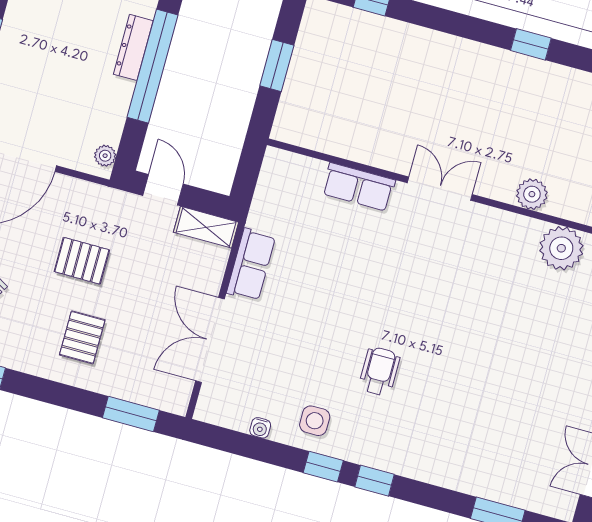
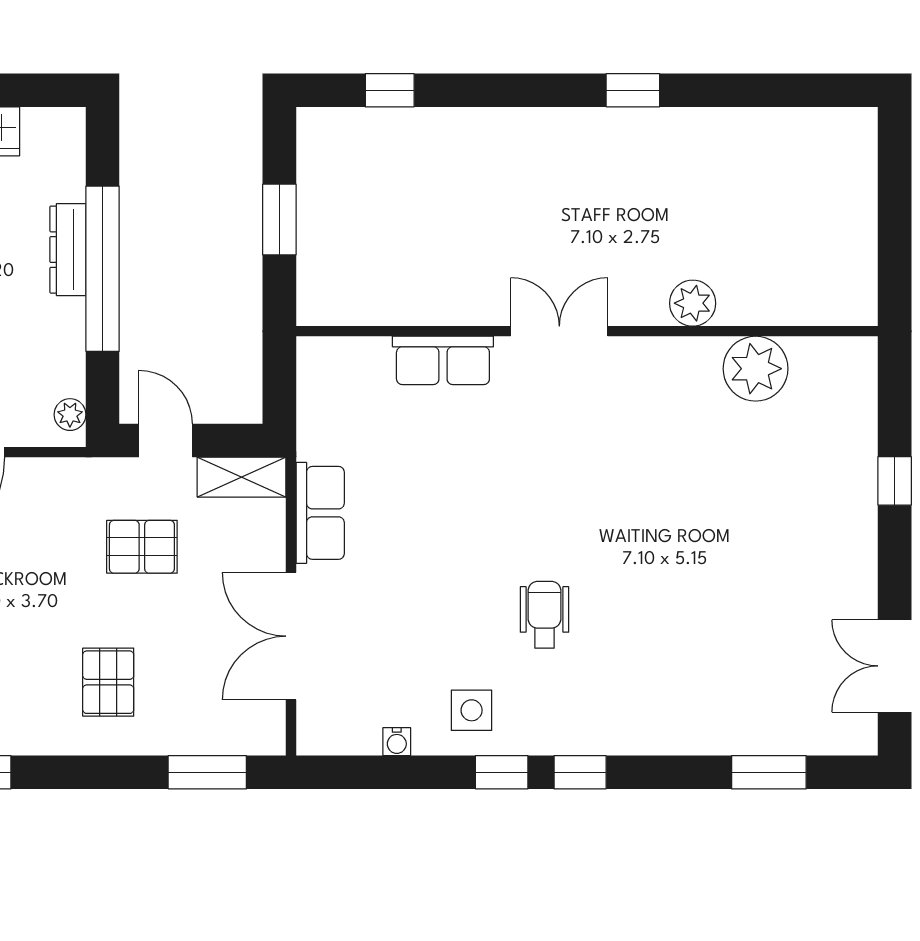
pallet: (82, 261) -> (142, 547), moved

